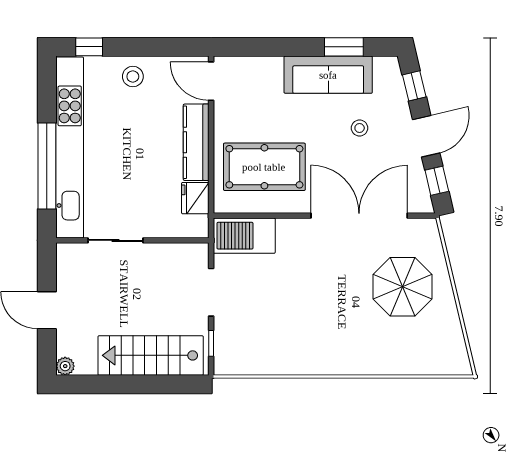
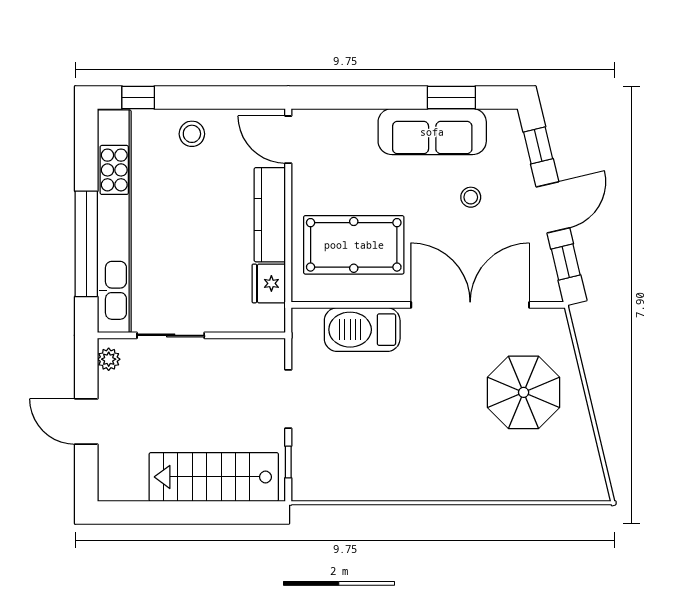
barbecue: (244, 236) -> (362, 330), moved
plant: (65, 366) -> (109, 359), moved

